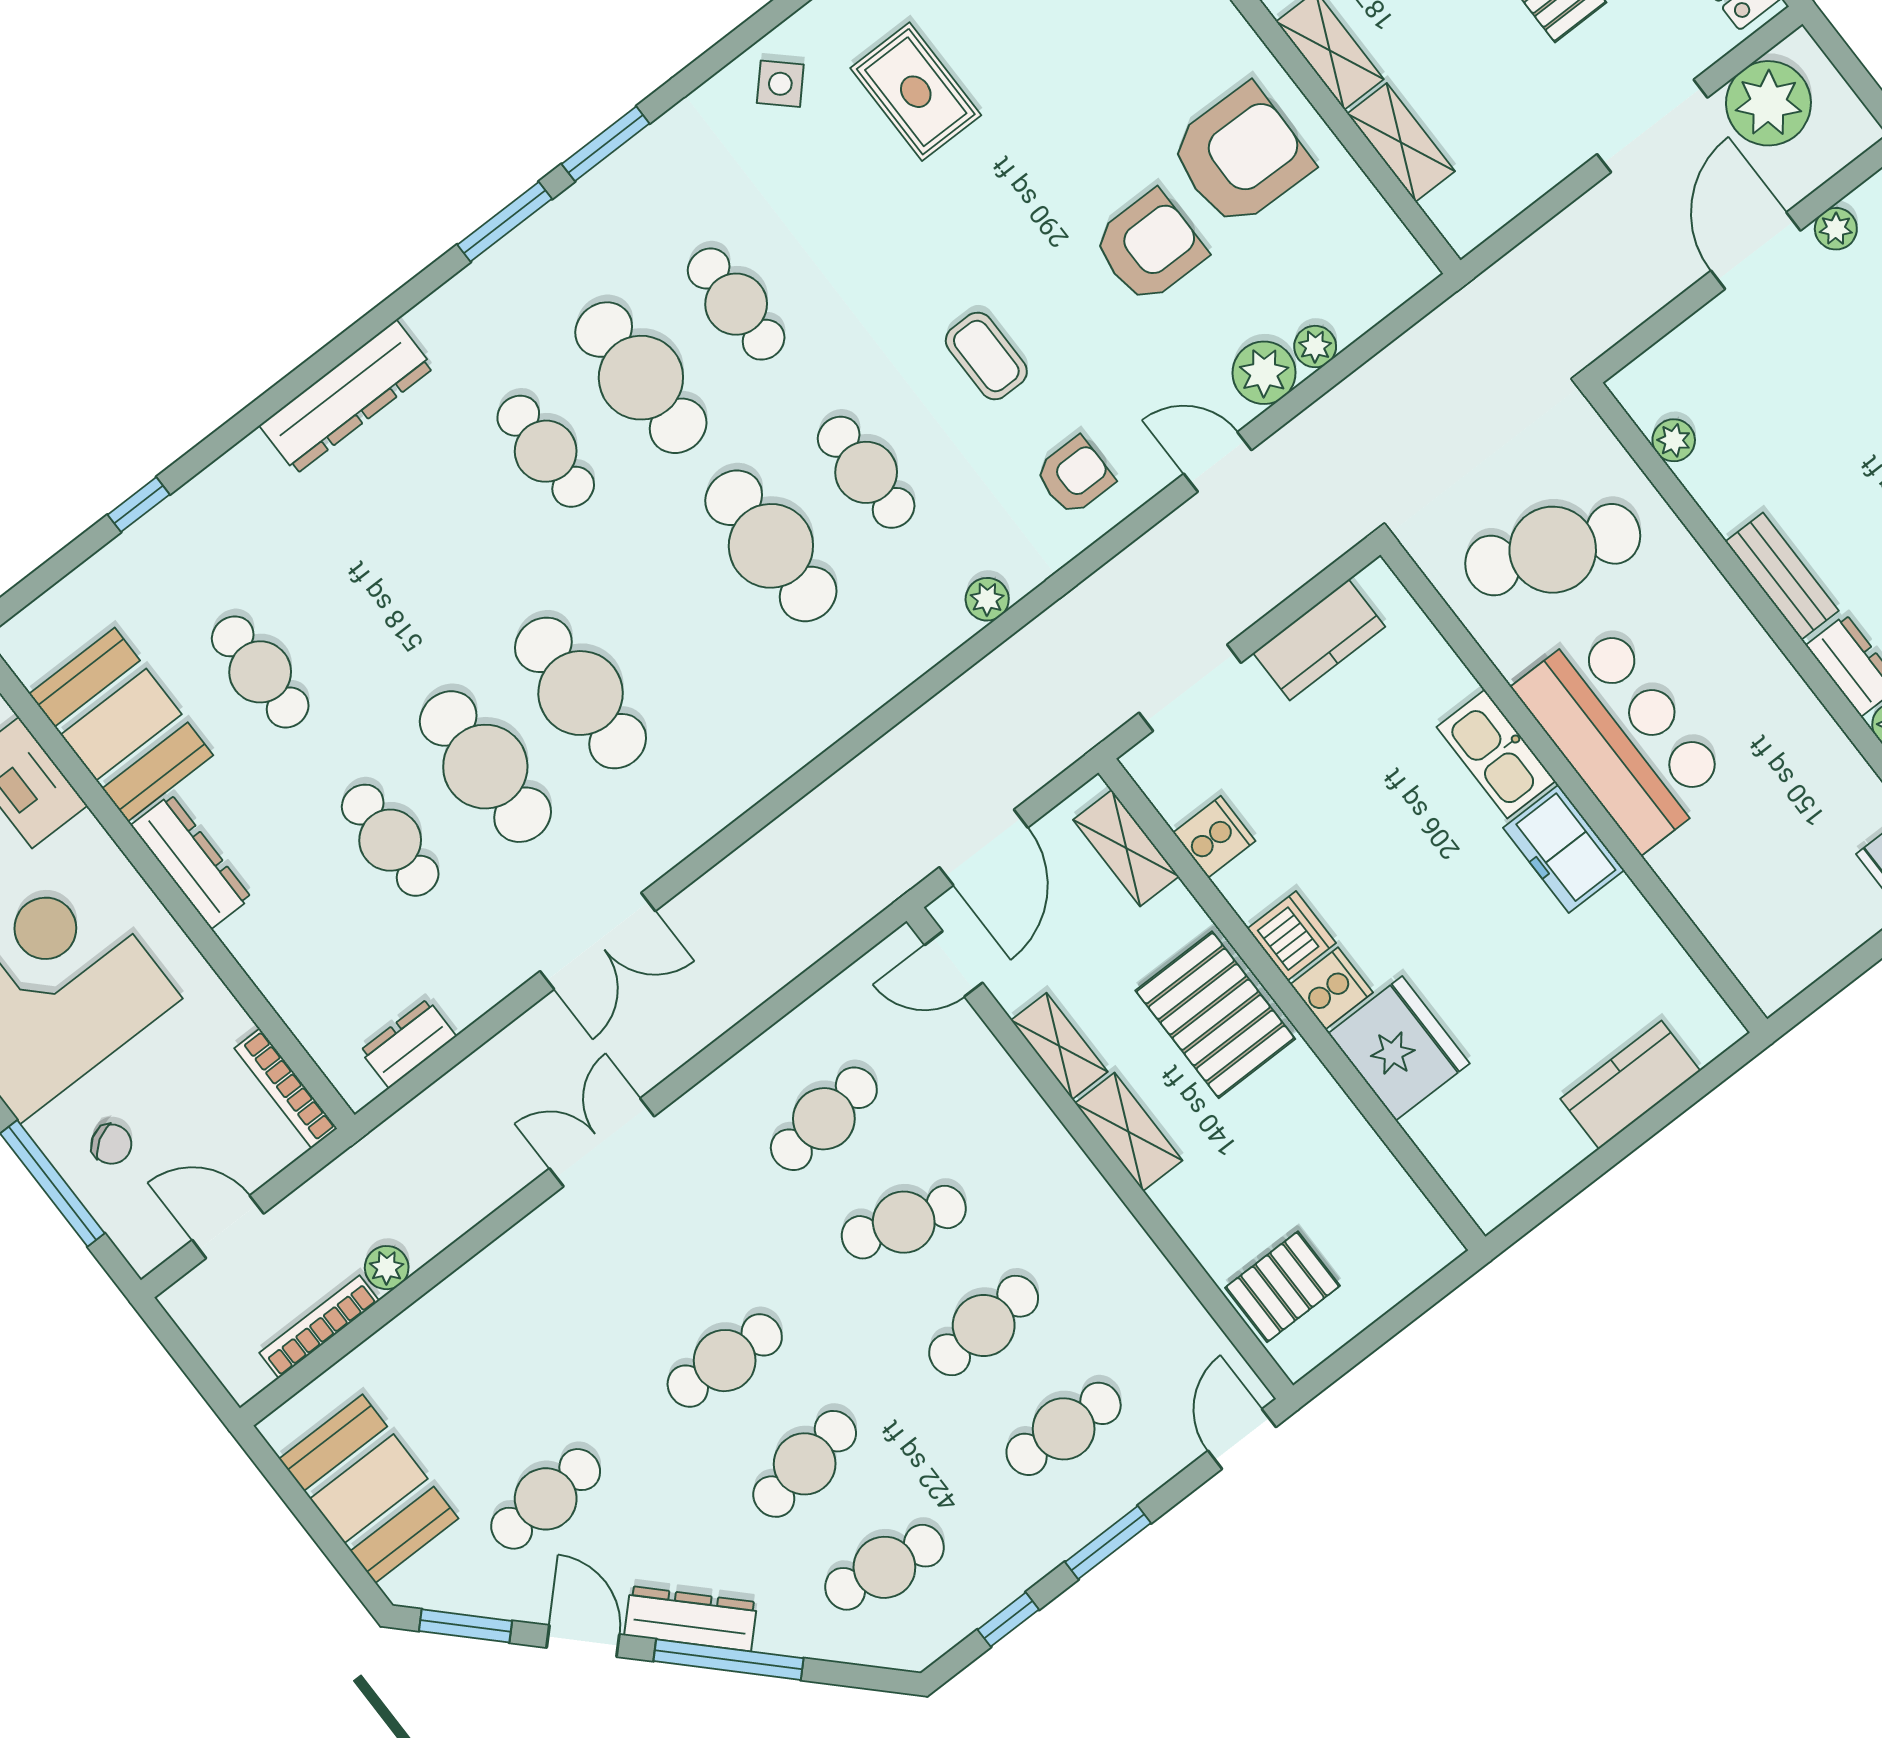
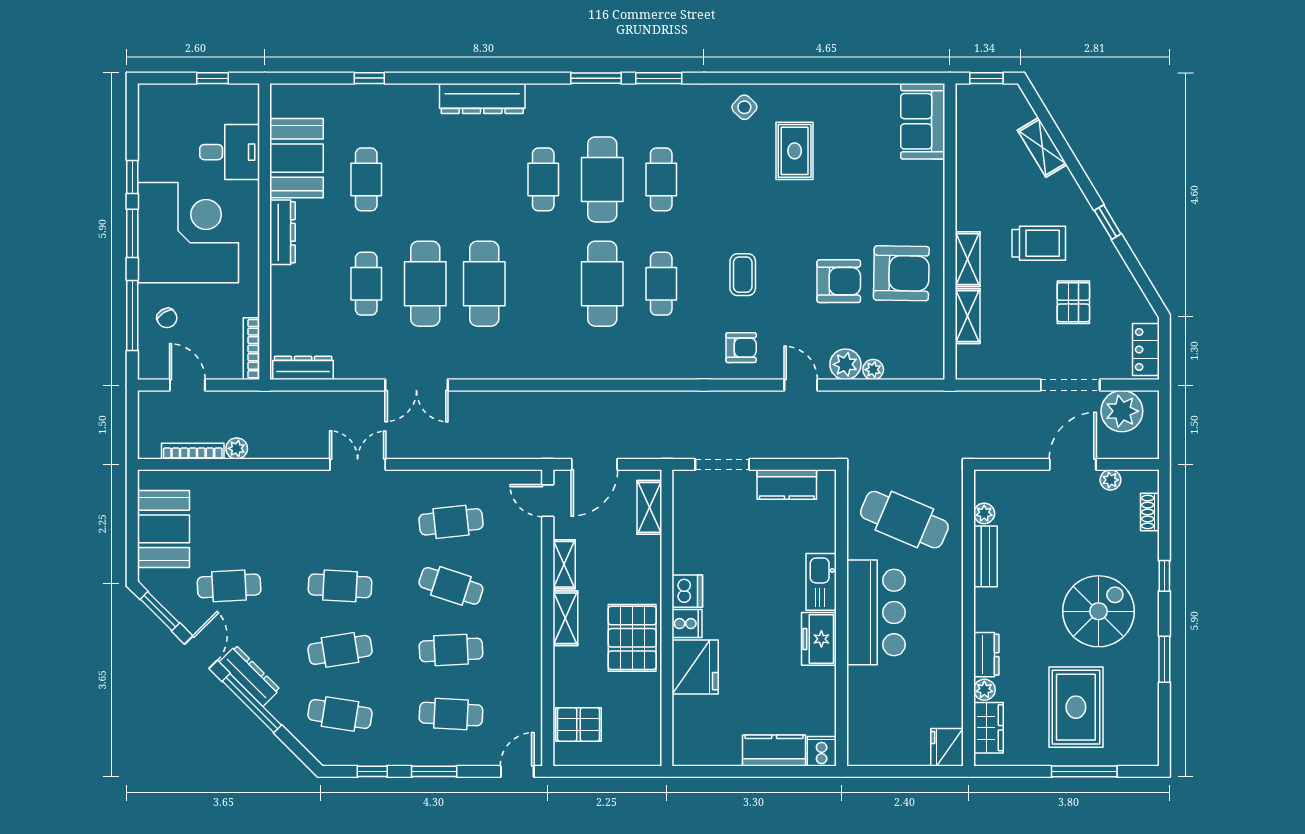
bench: (1782, 576) -> (985, 556), moved
plant: (987, 599) -> (670, 369), removed
cooker: (1214, 837) -> (822, 751), moved, turned -90
pallet: (1215, 1015) -> (632, 638), moved
dresser: (408, 1044) -> (303, 368), width x1.44

